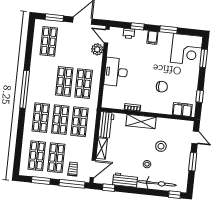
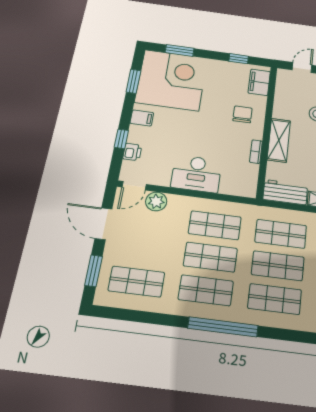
window: (169, 30) -> (133, 81), moved
corner desk: (187, 49) -> (171, 80), width x1.36, depth x1.36
shop shelf: (45, 80) -> (206, 290), added
chair: (162, 87) -> (242, 114), moved

